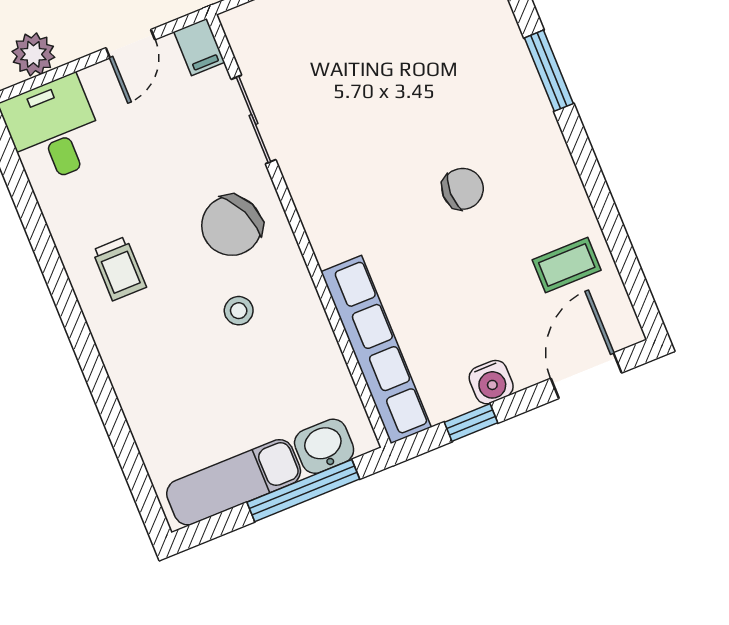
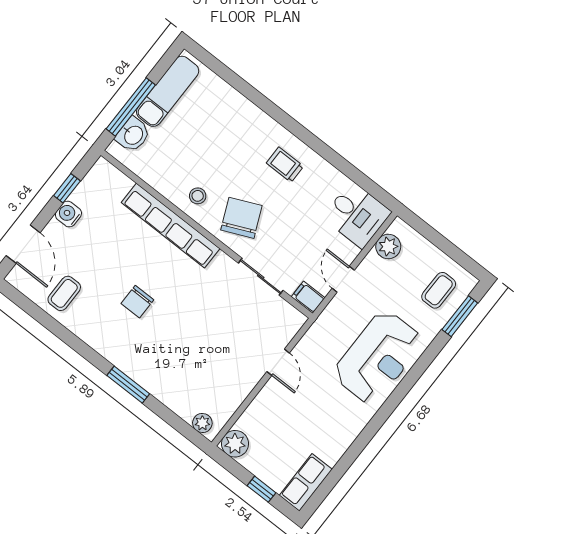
stool: (239, 311) -> (198, 196), moved
row of seats: (376, 350) -> (171, 226), moved

